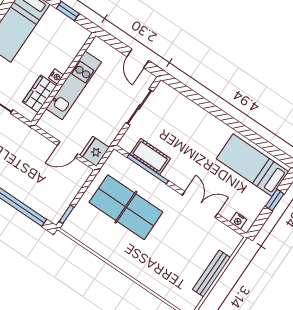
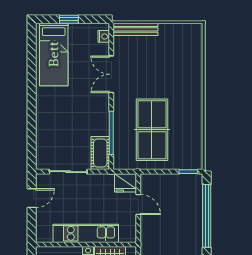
cot: (150, 156) -> (100, 153), moved
bench: (211, 274) -> (135, 29), moved

